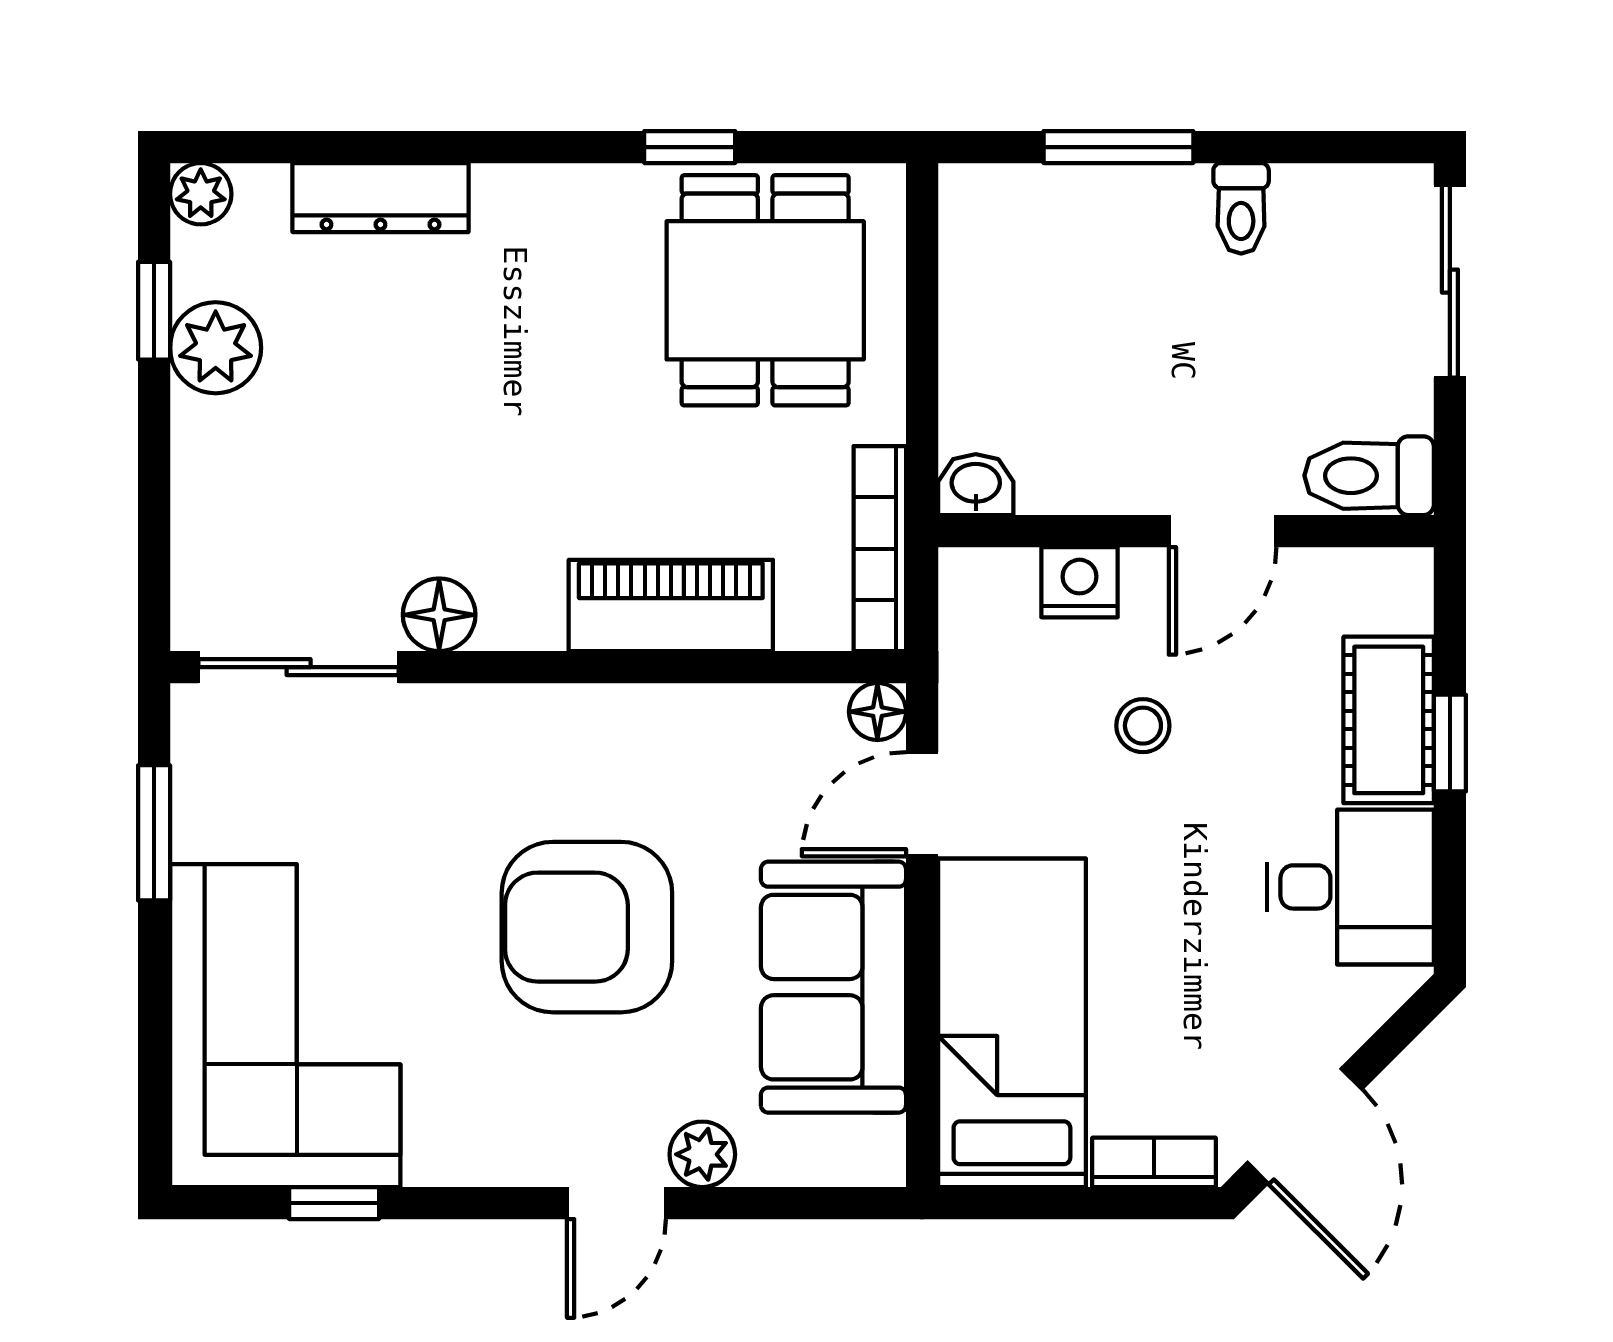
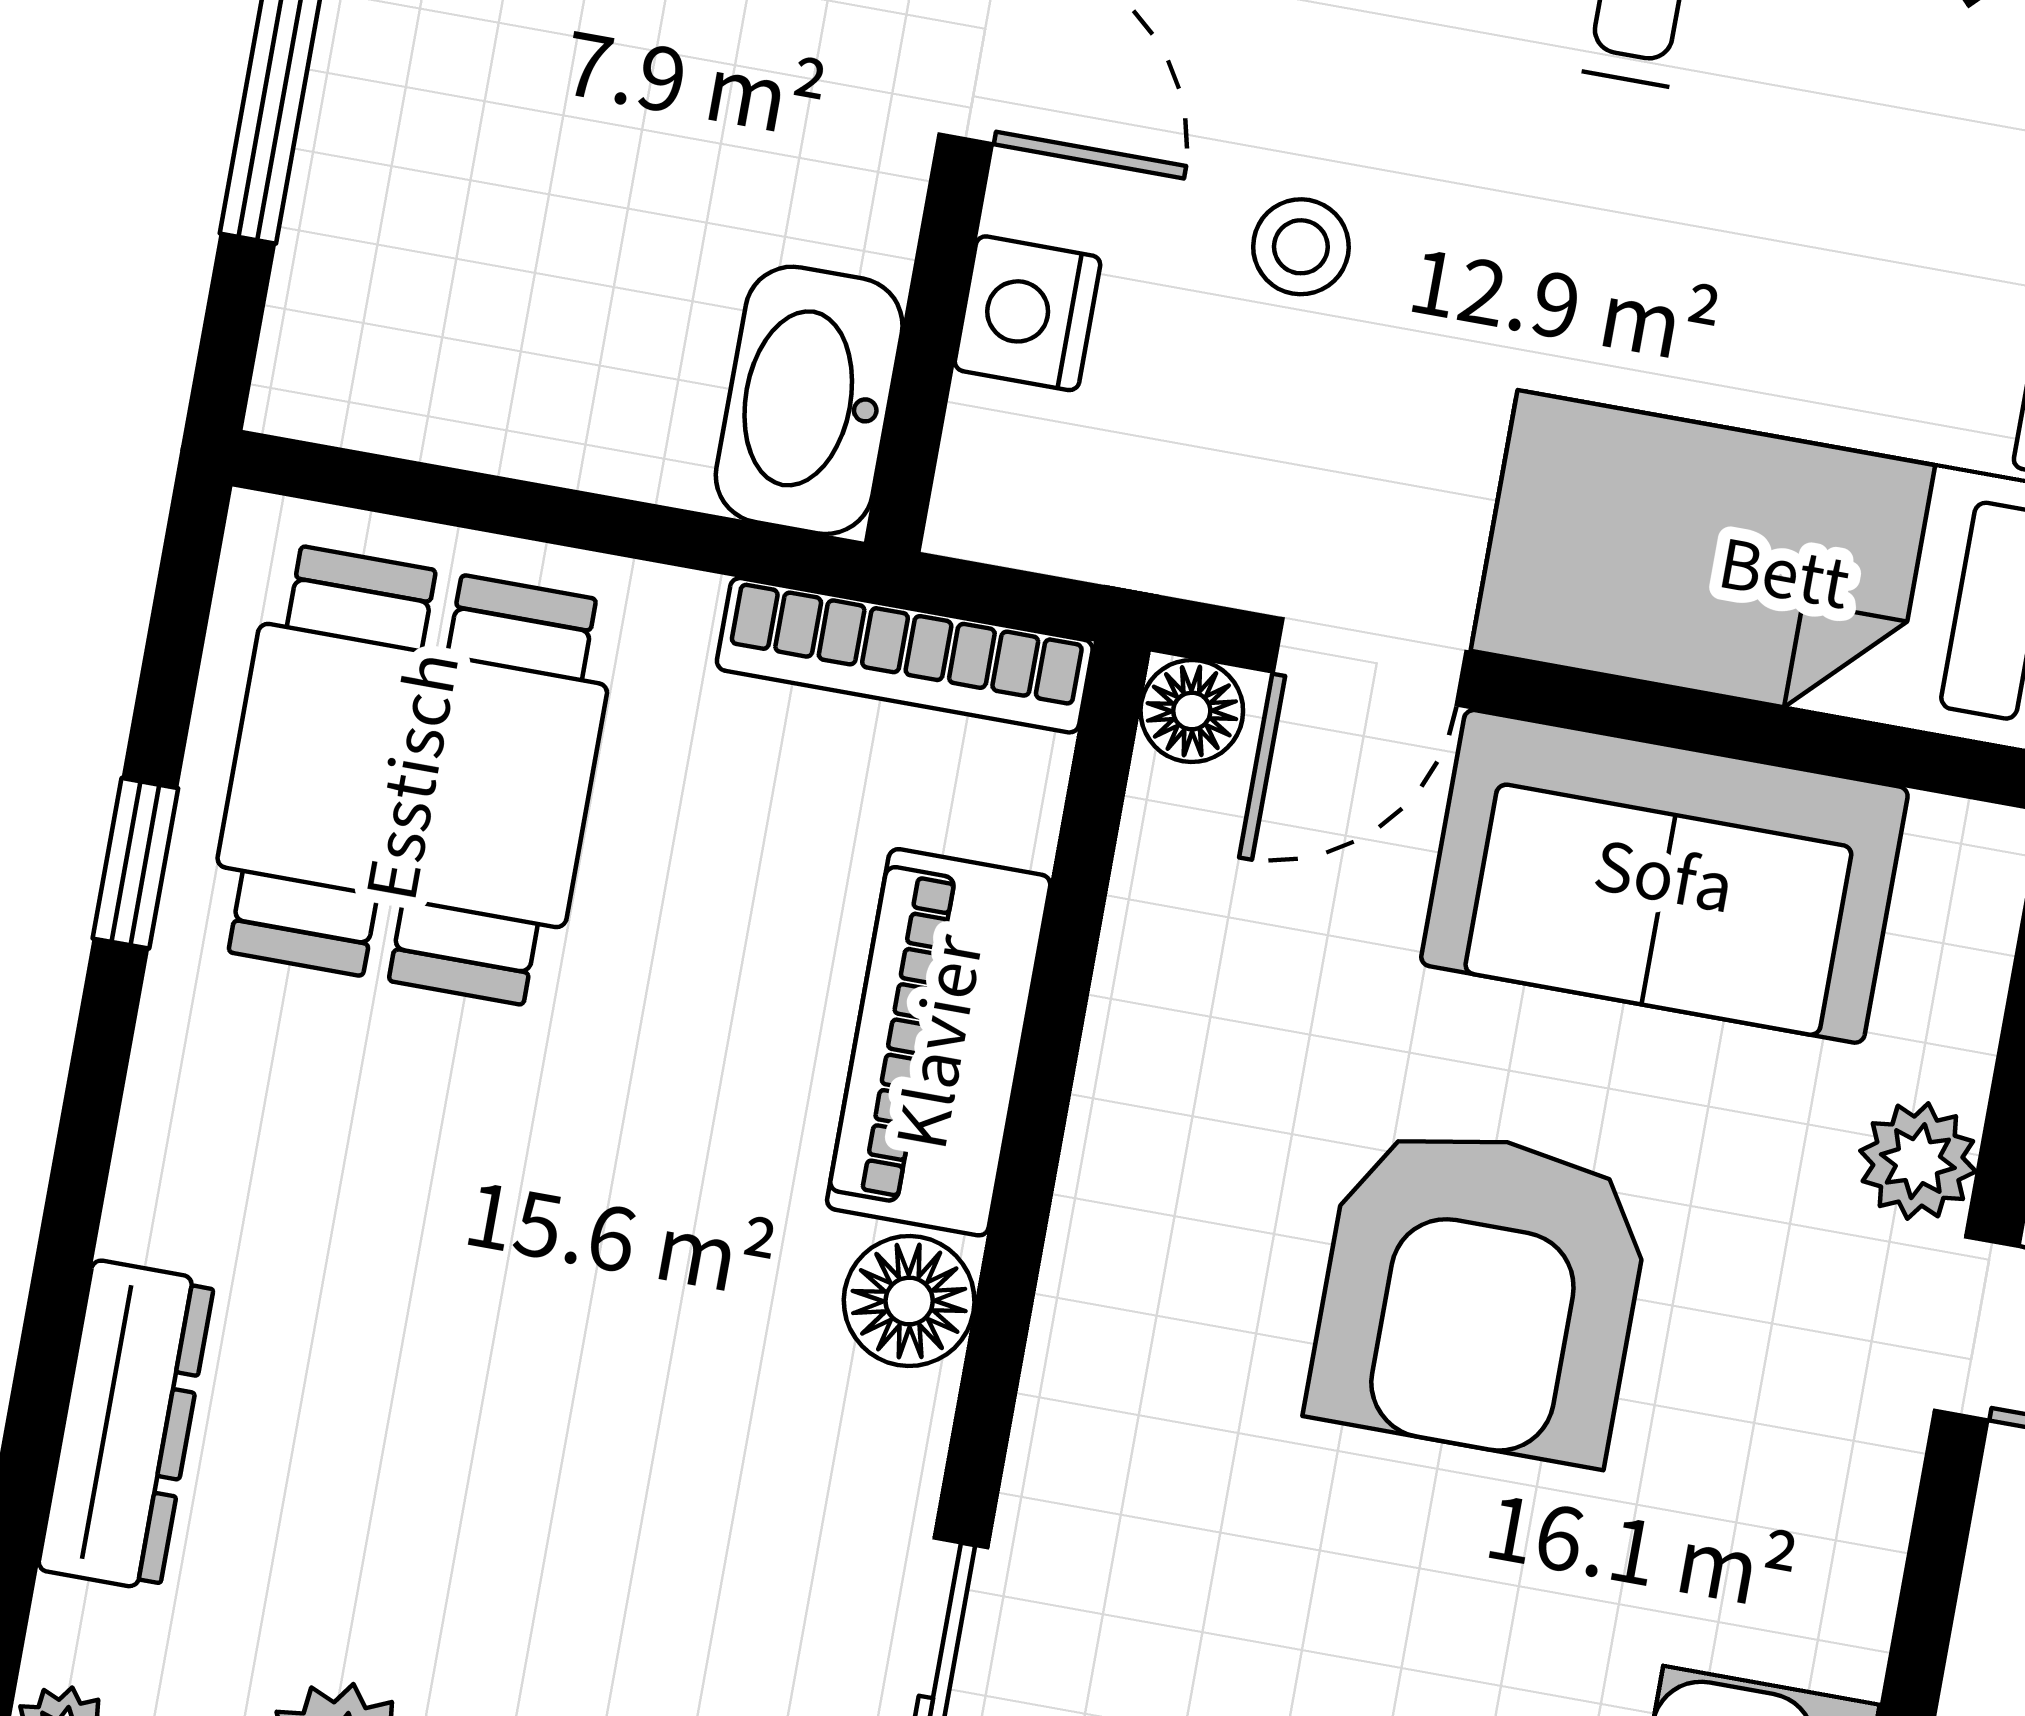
dining table: (765, 290) -> (412, 776), turned 90
washbasin: (976, 485) -> (809, 400), width x1.91, depth x1.45
floor lamp: (439, 615) -> (909, 1301), moved
door: (922, 804) -> (1369, 662), hinge flipped

